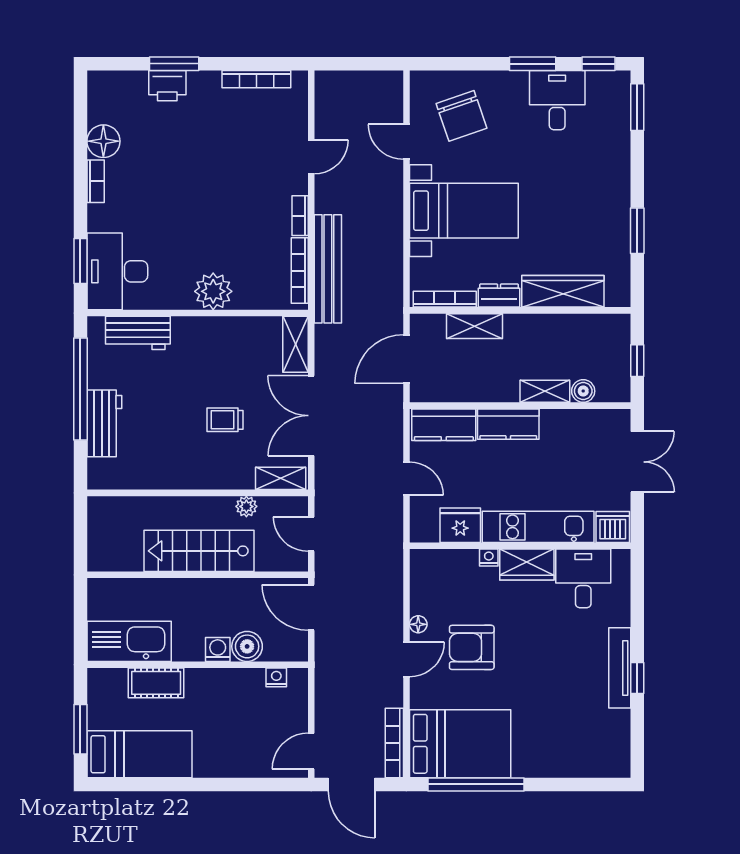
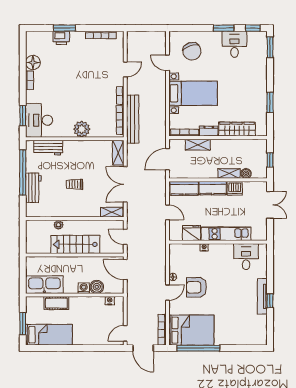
trolley: (225, 420) -> (74, 184), moved
plant: (246, 506) -> (58, 225), moved
dishwasher: (613, 527) -> (235, 188), moved, turned 180
wardrobe: (527, 564) -> (221, 250), removed

